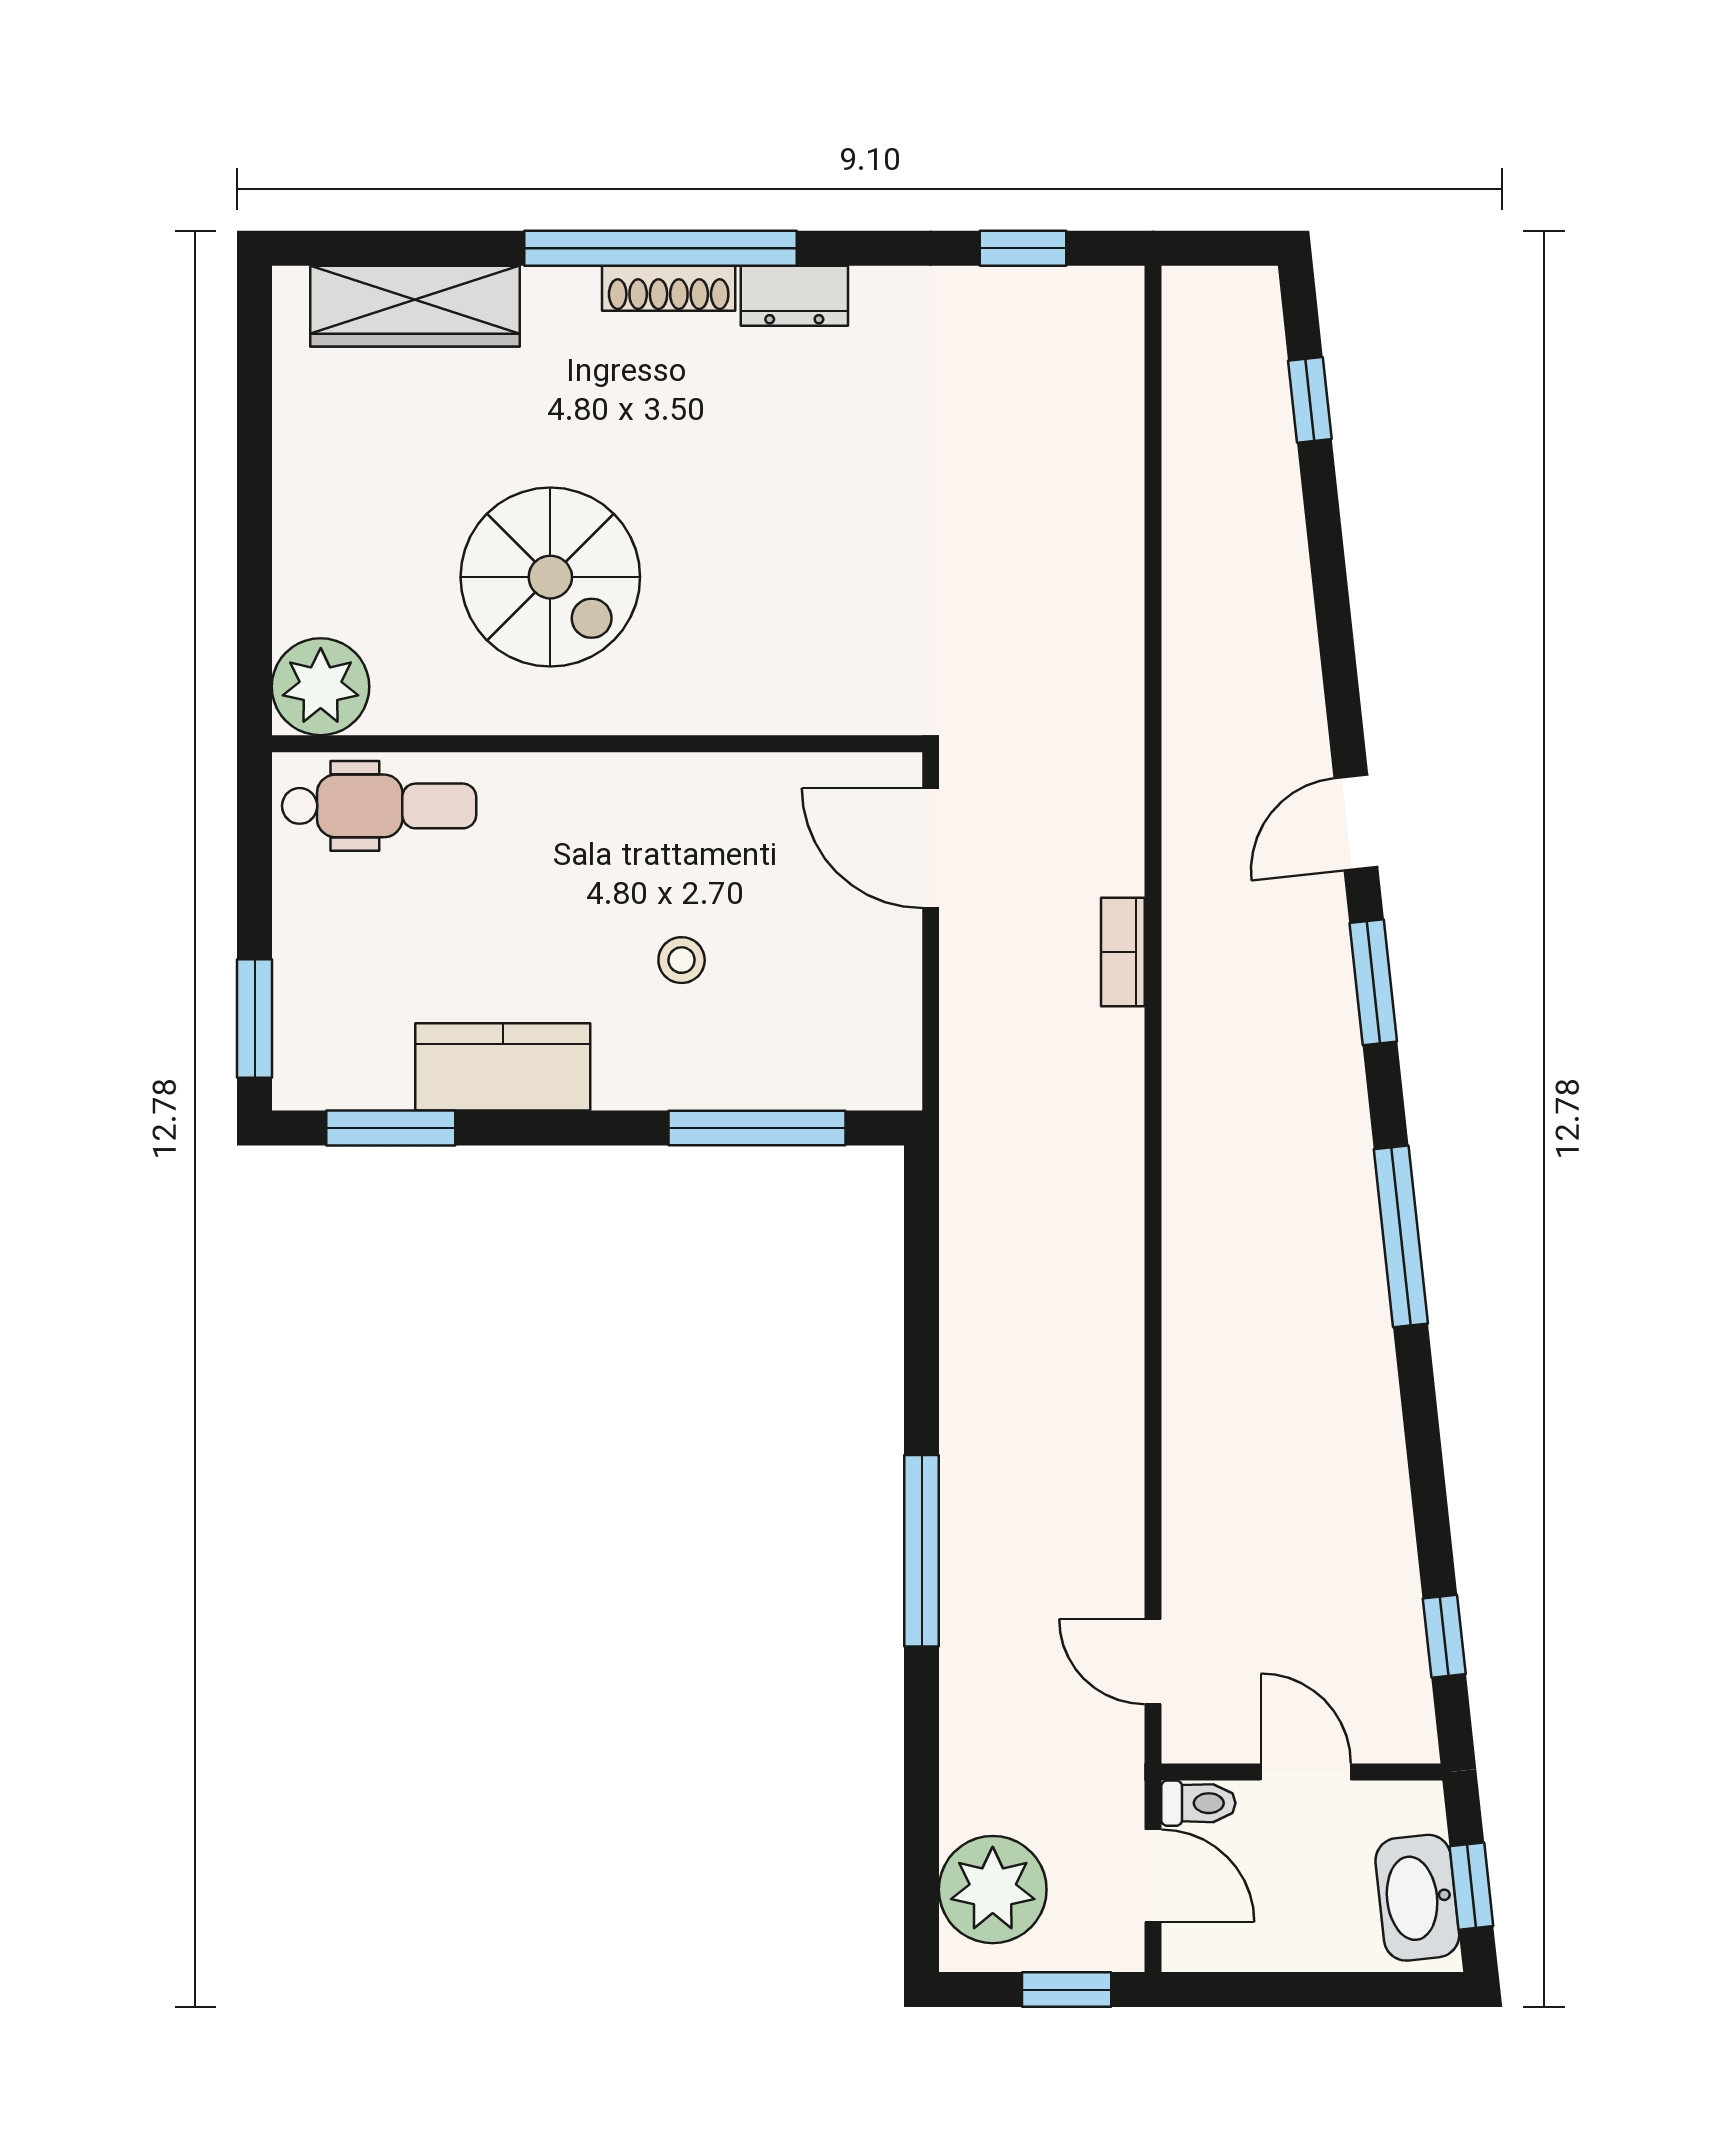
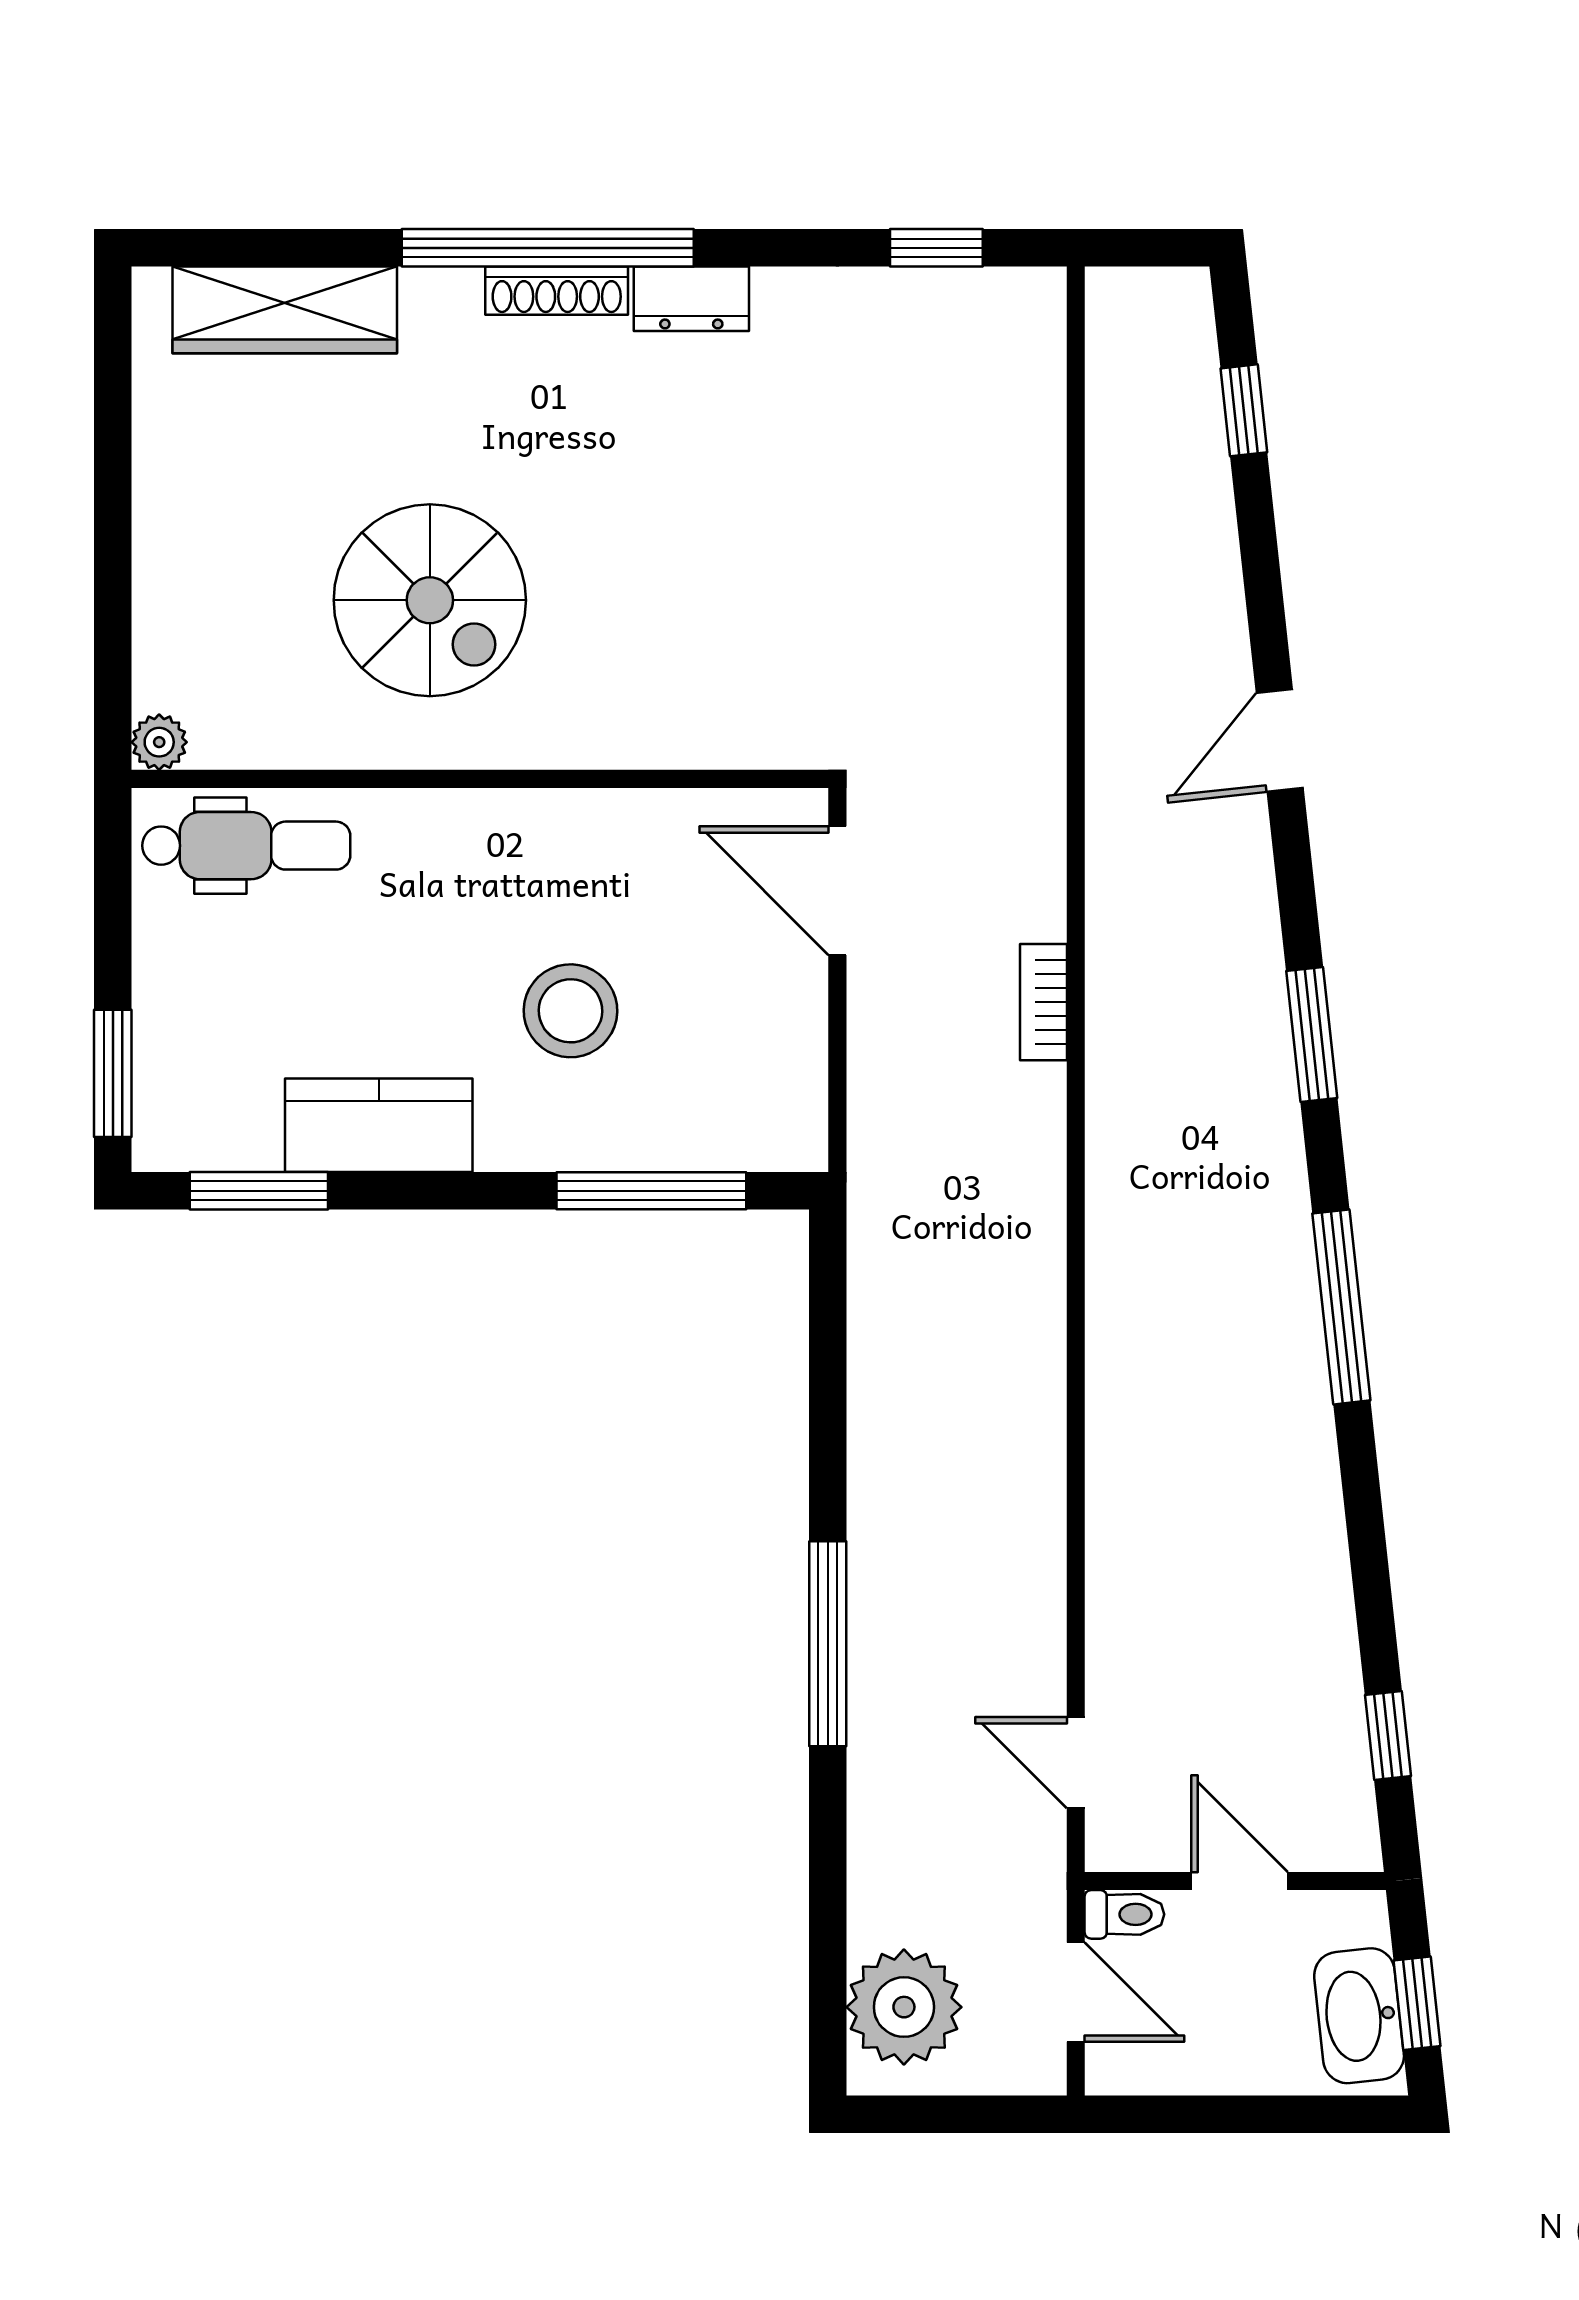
plant: (321, 687) -> (159, 742), width x0.53, depth x0.53
door: (1356, 823) -> (1280, 741), moved
stool: (682, 960) -> (570, 1011), width x1.89, depth x1.89
window: (1067, 1990) -> (983, 2114), removed

